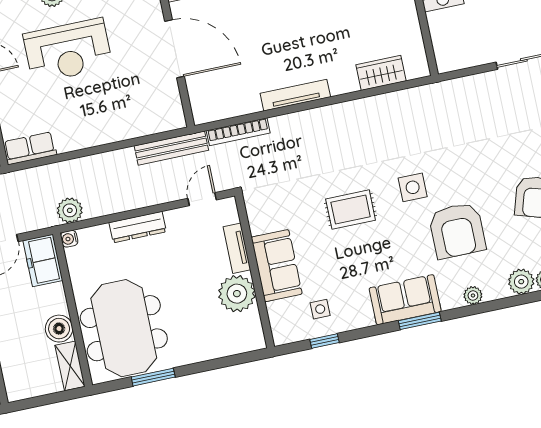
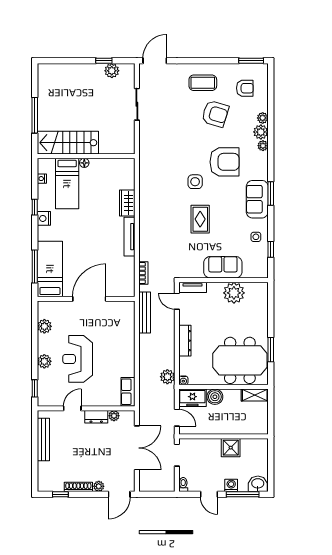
reception desk: (68, 51) -> (78, 359), turned 180
wardrobe: (381, 73) -> (127, 203), moved
bookcase: (238, 132) -> (143, 273), width x0.64
tv unit: (237, 248) -> (193, 287), moved
plant: (473, 296) -> (263, 146), moved
side table: (320, 309) -> (256, 237), moved
boiler: (59, 329) -> (215, 397), moved

